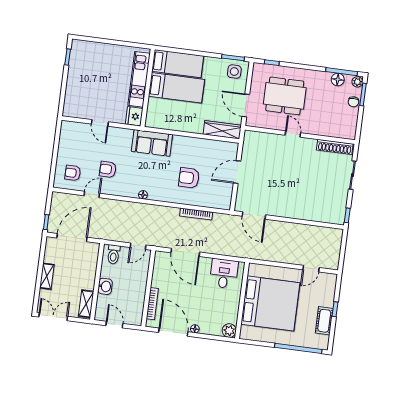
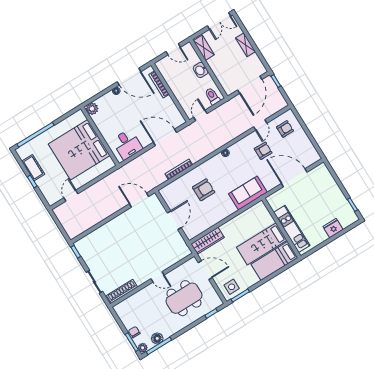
fridge: (134, 116) -> (333, 228), moved, turned -90
door: (100, 123) -> (294, 178), width x1.88

